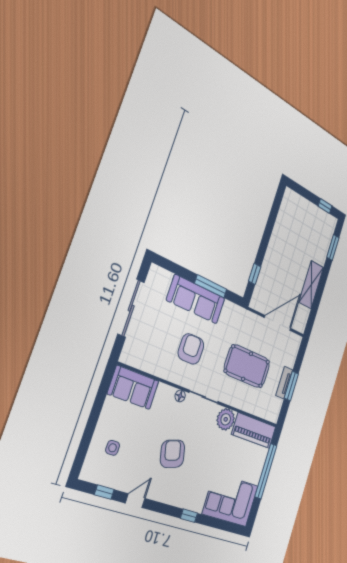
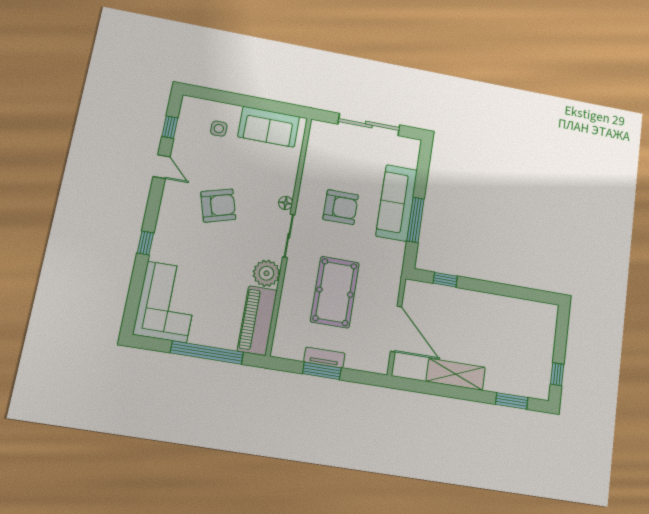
sofa: (133, 387) -> (269, 127), moved, turned -90

